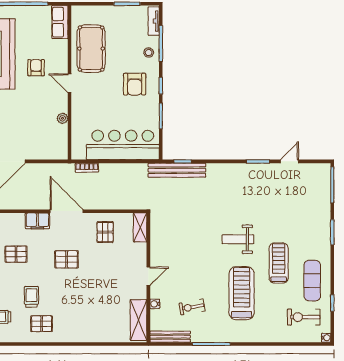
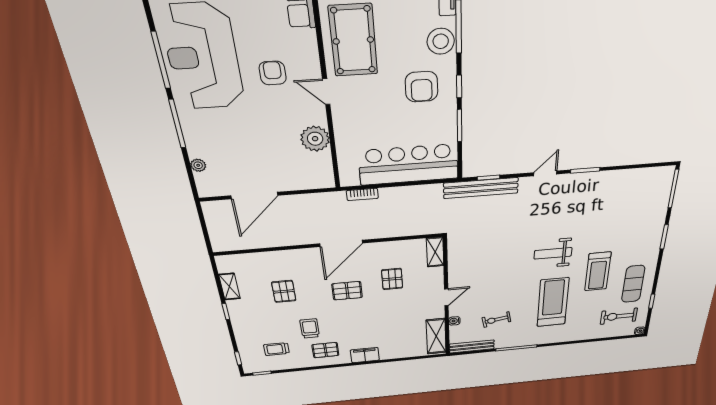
stool: (149, 53) -> (441, 41), width x1.89, depth x1.89
plant: (62, 118) -> (315, 139), width x1.88, depth x1.88
door: (289, 161) -> (545, 173), moved
door: (67, 211) -> (341, 243), swing flipped
filing cabinet: (37, 221) -> (365, 355), moved, turned 180
pallet: (105, 232) -> (392, 279), moved
pallet: (16, 254) -> (284, 291), turned 90
treadmill: (279, 263) -> (598, 271), turned 180

